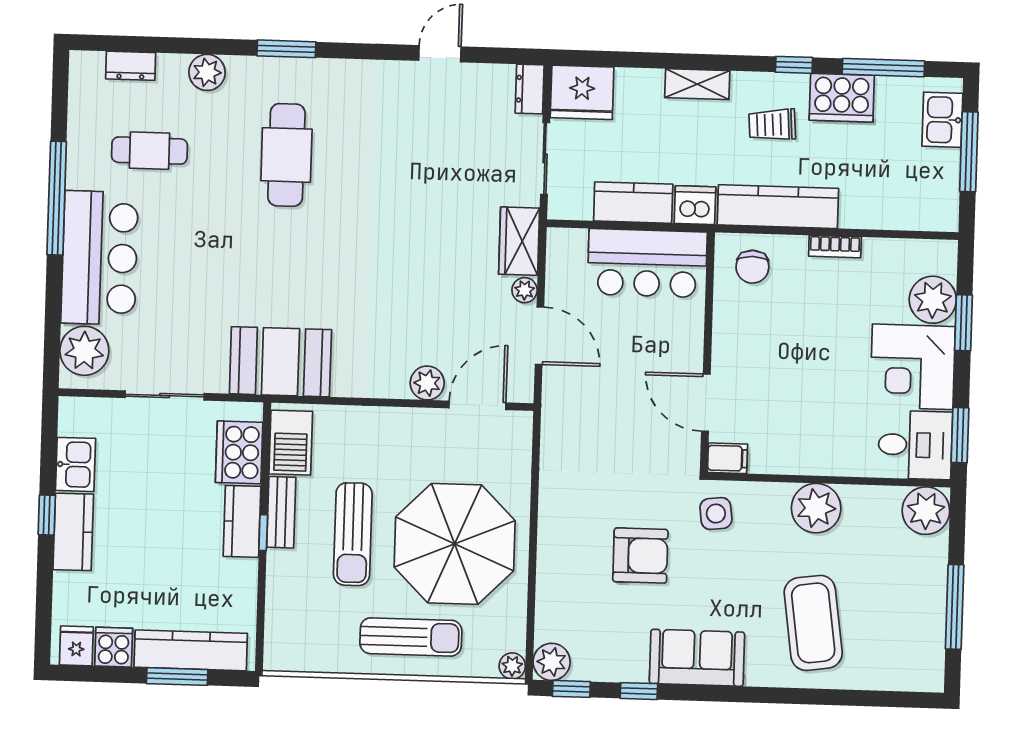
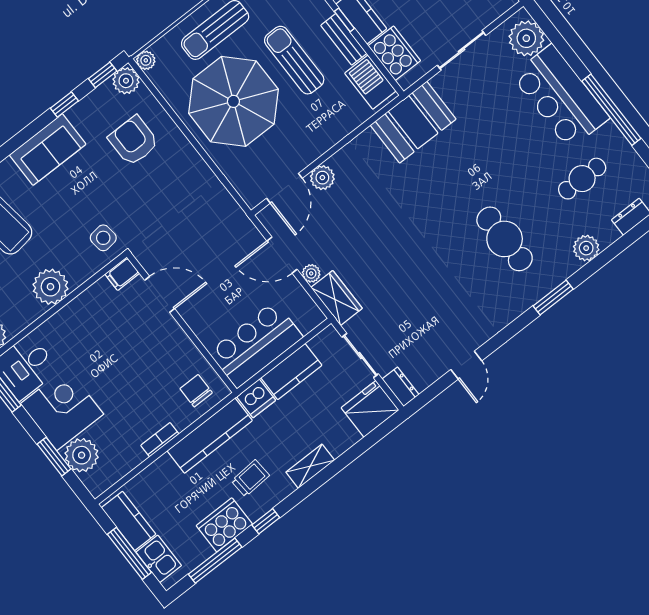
kitchen counter: (941, 187) -> (129, 521), added
armchair: (640, 556) -> (134, 141), moved, turned 90

